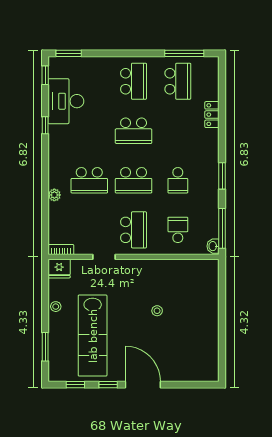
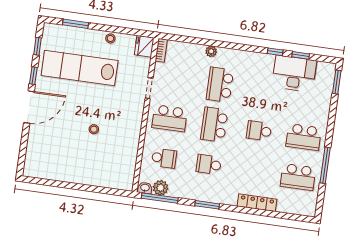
window: (184, 53) -> (325, 165), moved
window: (45, 75) -> (301, 55), moved
locker: (212, 115) -> (257, 203), width x1.53
school desk: (134, 131) -> (259, 131), width x0.54
plant: (211, 229) -> (161, 188), added

